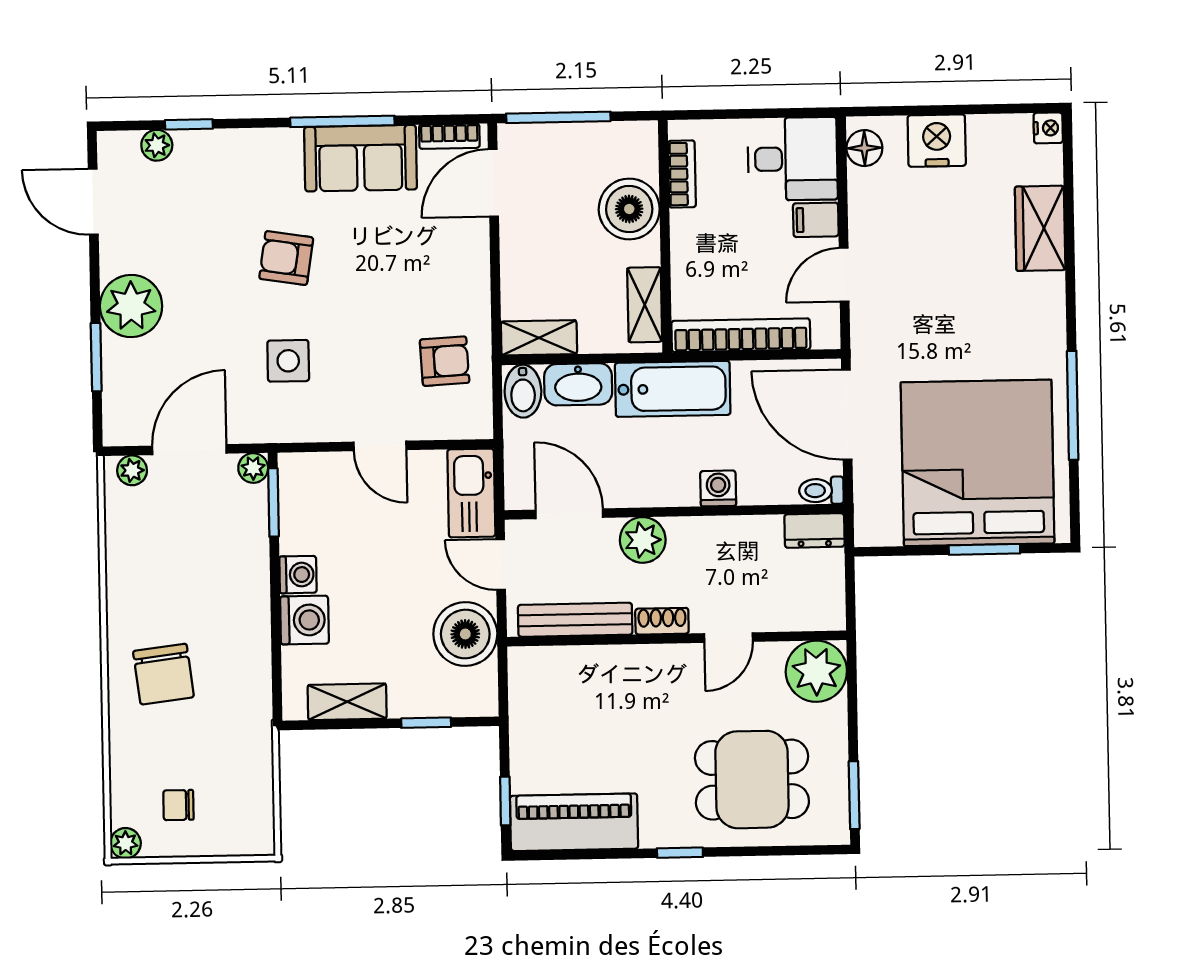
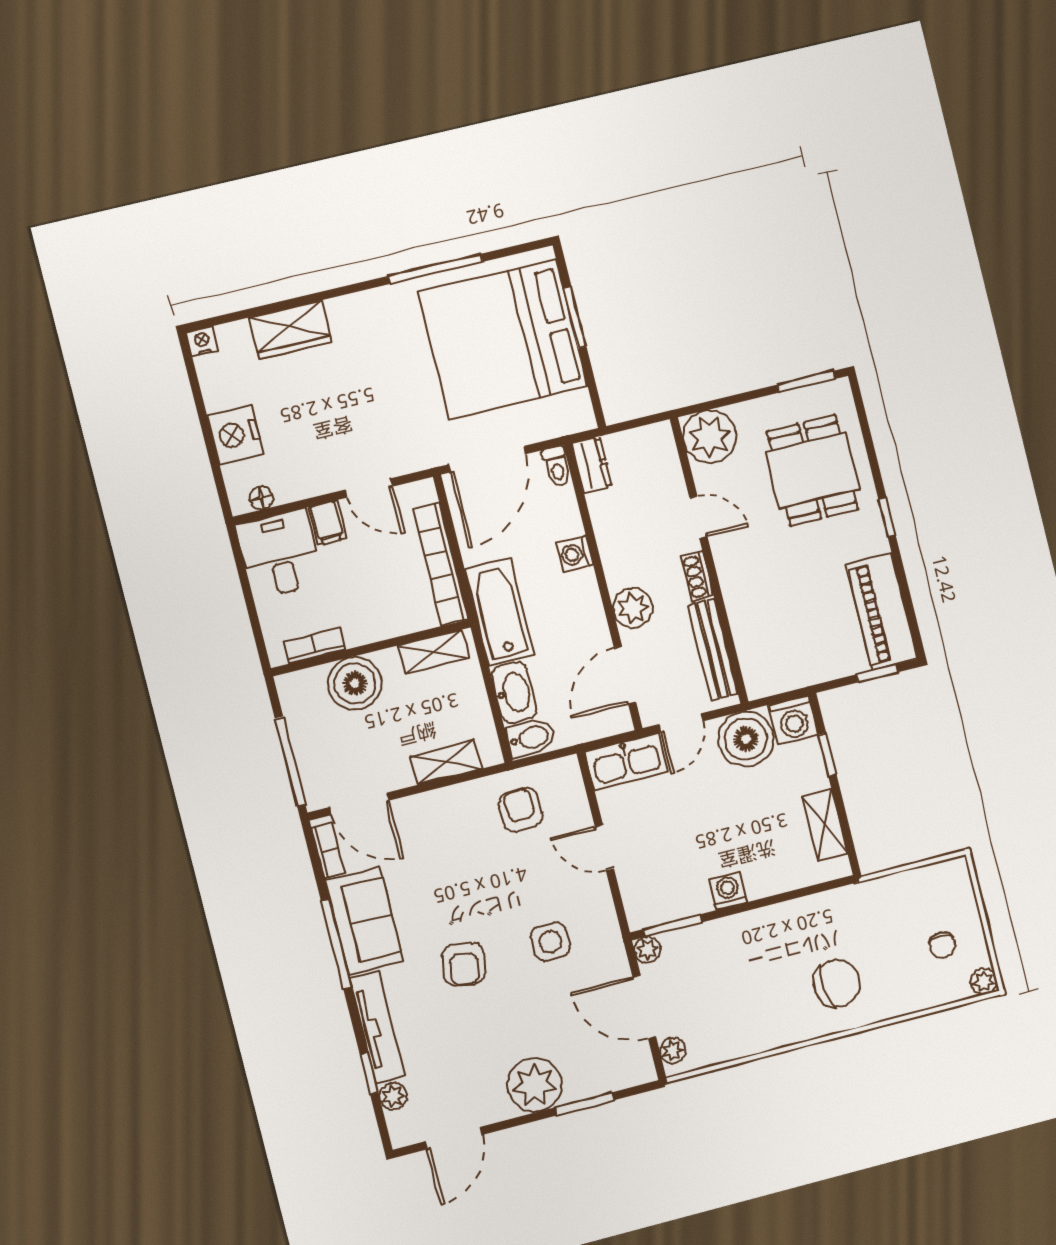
tv unit: (238, 145) -> (377, 1027), added
floor lamp: (864, 148) -> (261, 498), width x0.73, depth x0.73
shelving: (539, 338) -> (446, 762), moved, turned 90
door: (380, 446) -> (604, 847), swing flipped
washing machine: (304, 620) -> (793, 720), moved, turned 180

